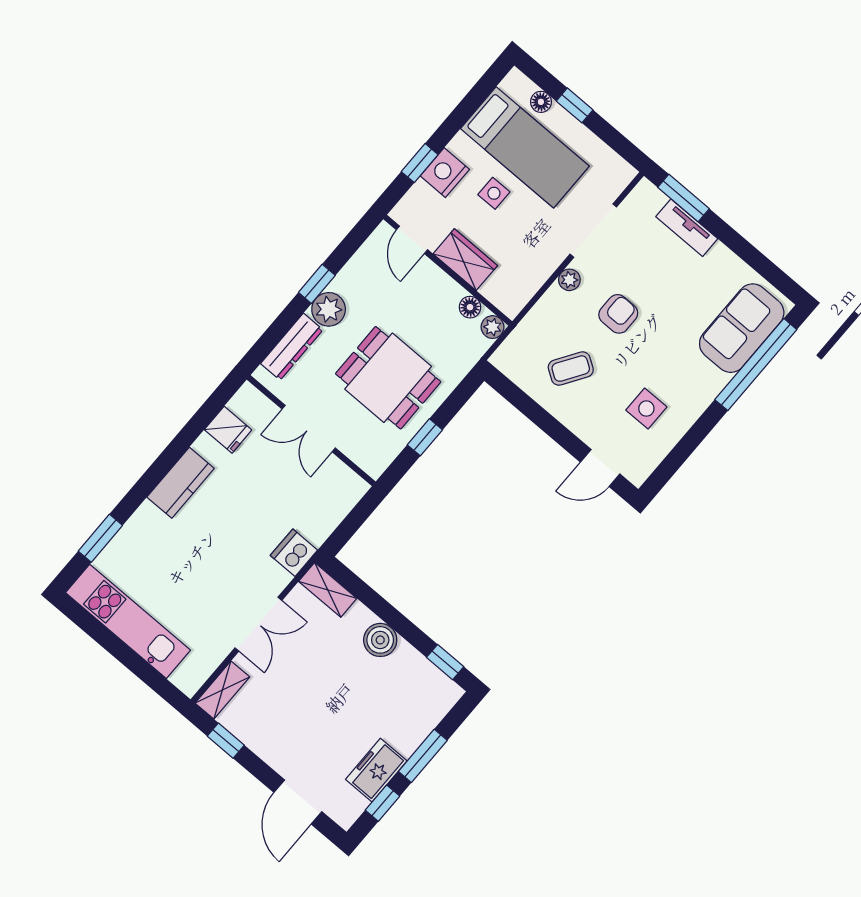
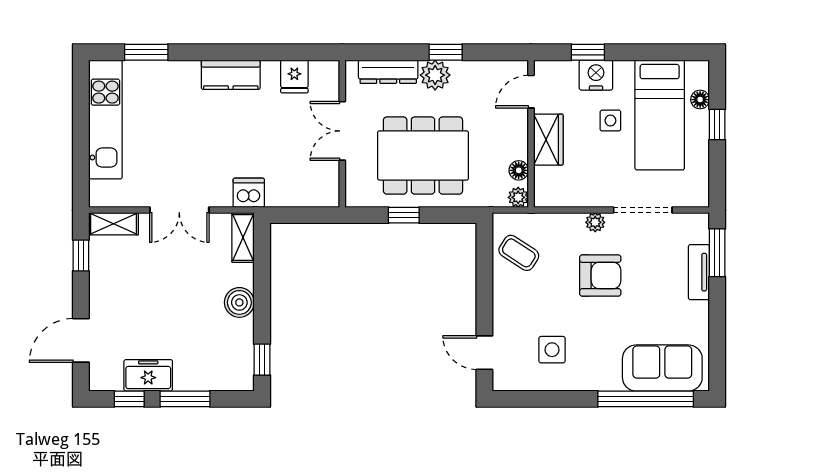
armchair: (618, 314) -> (600, 276), width x1.38, depth x1.38
coffee table: (571, 369) -> (519, 253), moved
dining table: (388, 378) -> (423, 156), width x1.38

